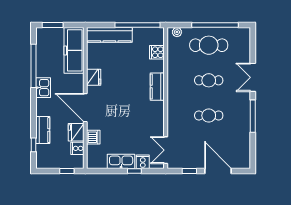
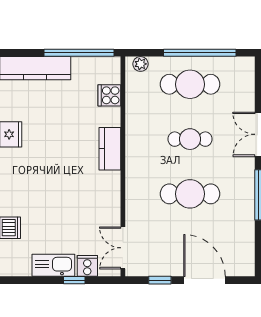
cafe table: (209, 116) -> (190, 194), width x1.37, depth x1.35

